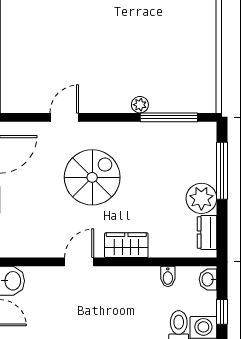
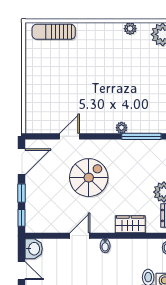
wardrobe: (126, 245) -> (130, 224), moved
bidet: (168, 277) -> (105, 246), moved

